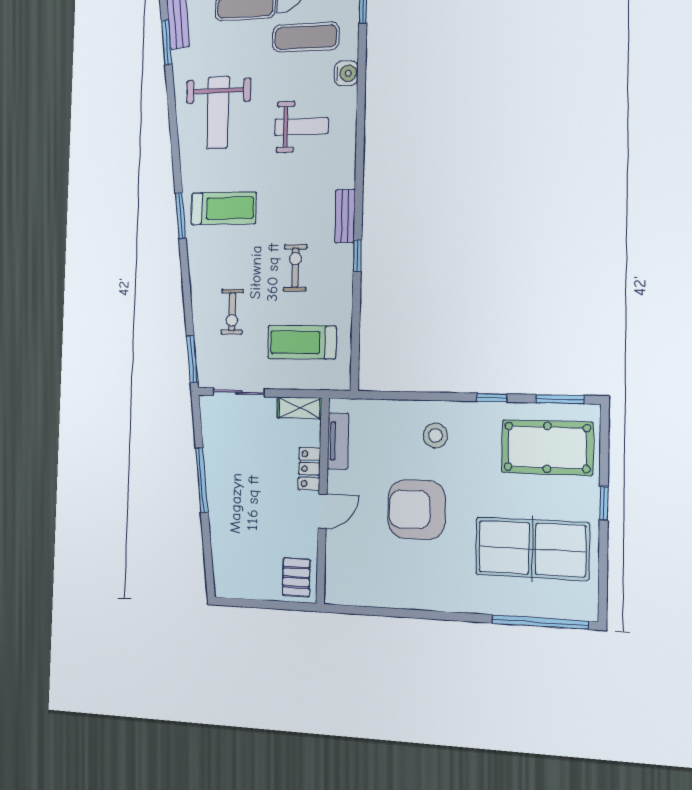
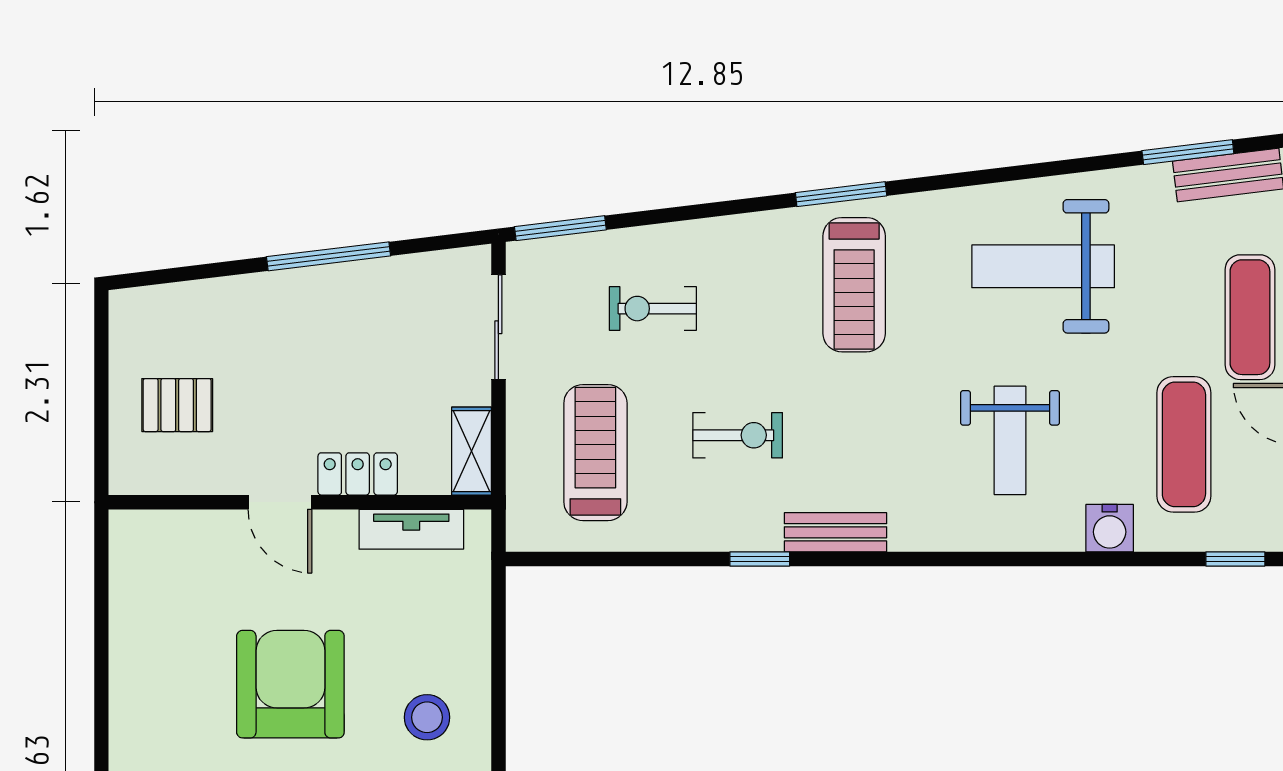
pallet: (296, 577) -> (177, 405), moved

